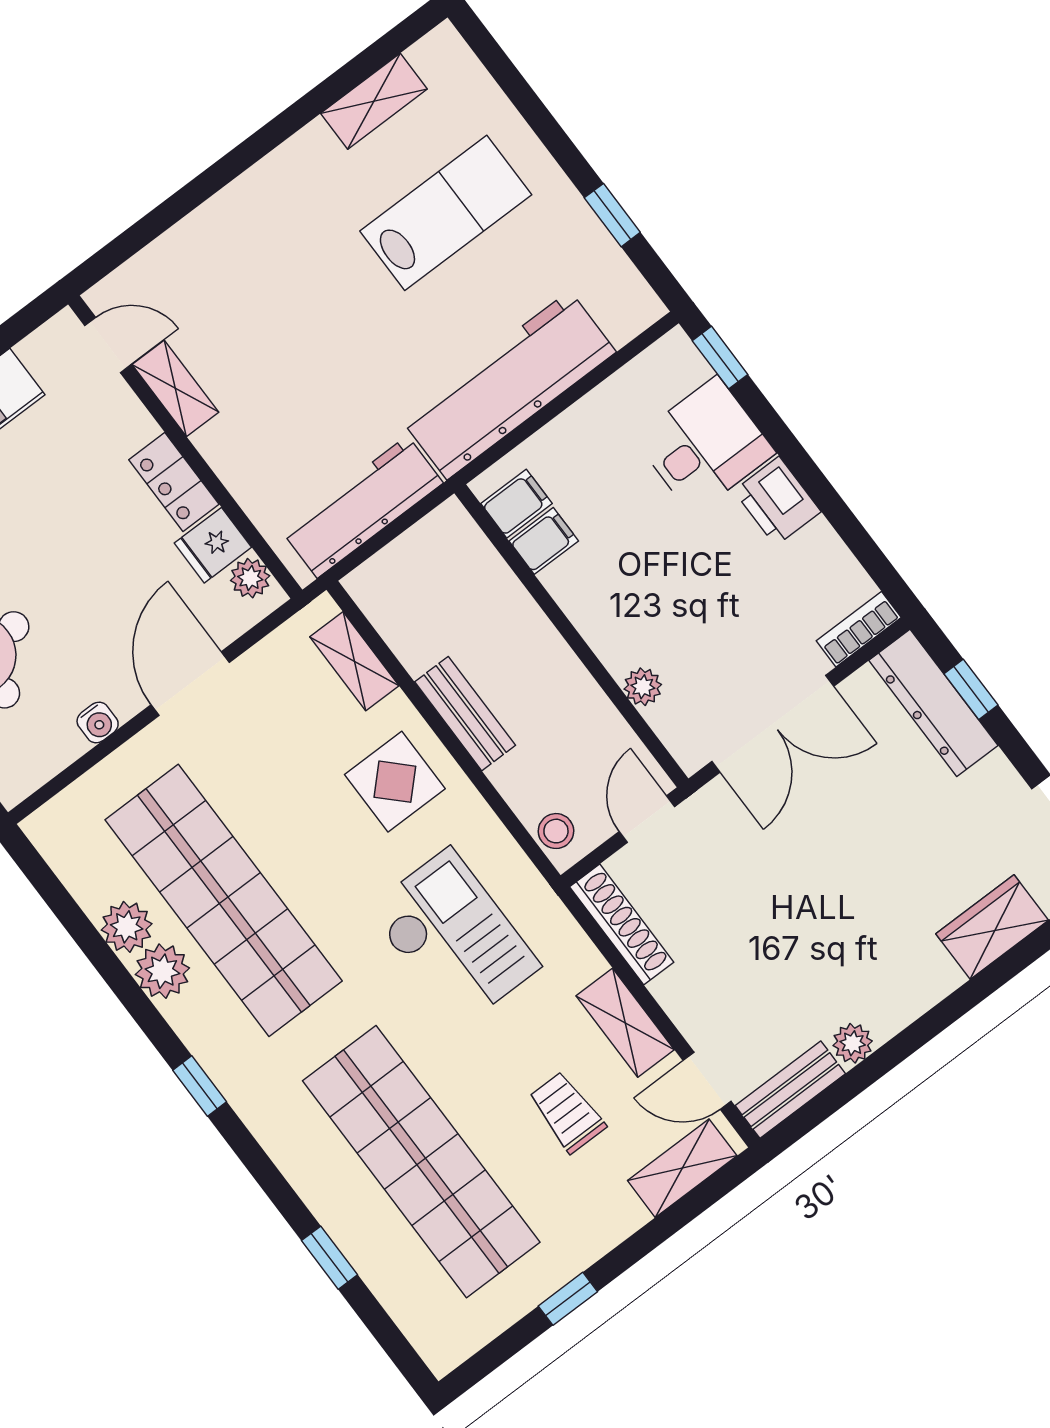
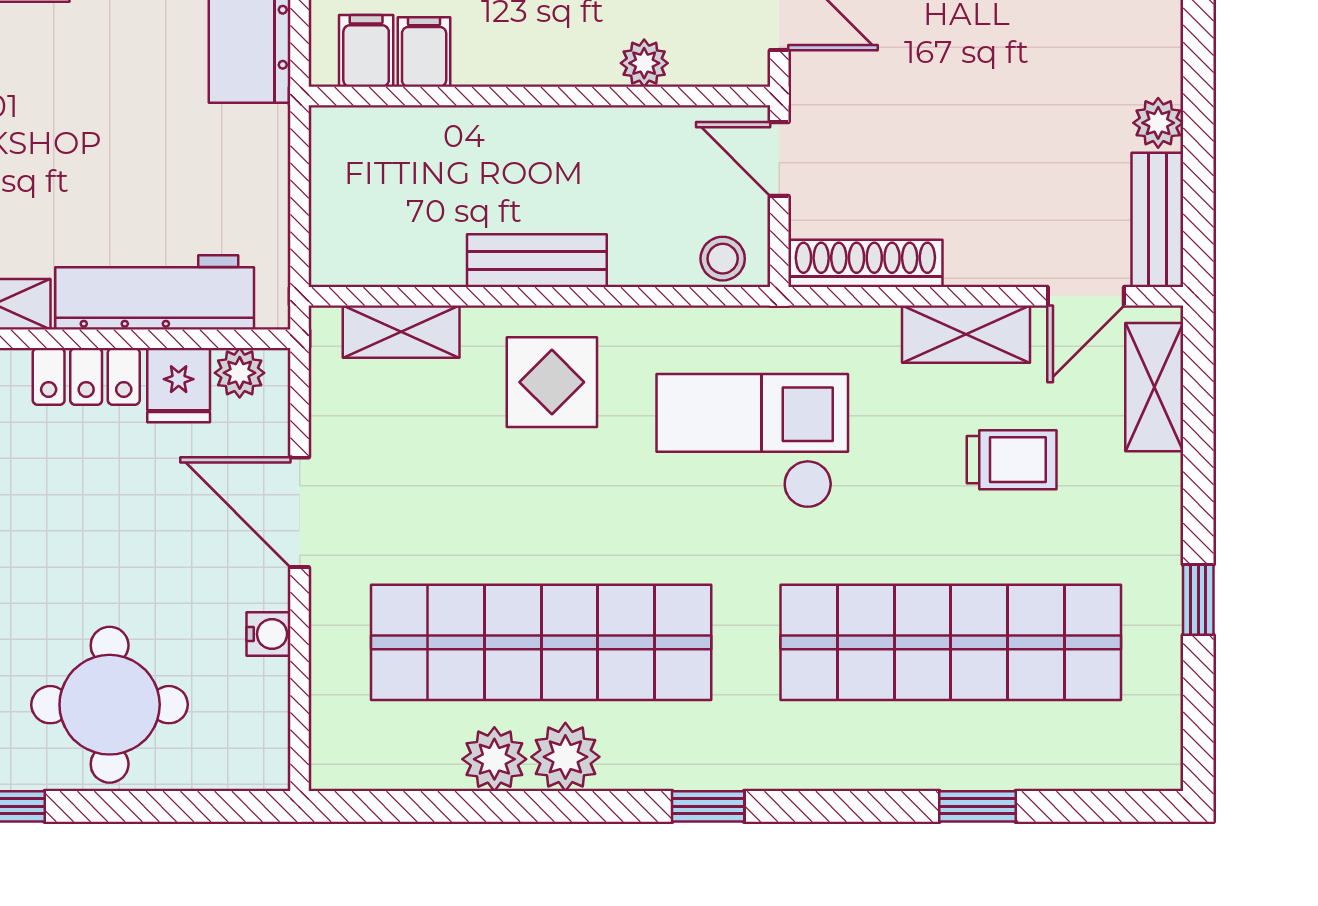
workbench: (362, 507) -> (155, 292), moved, turned 90
trolley: (567, 1112) -> (1012, 460), turned 180

